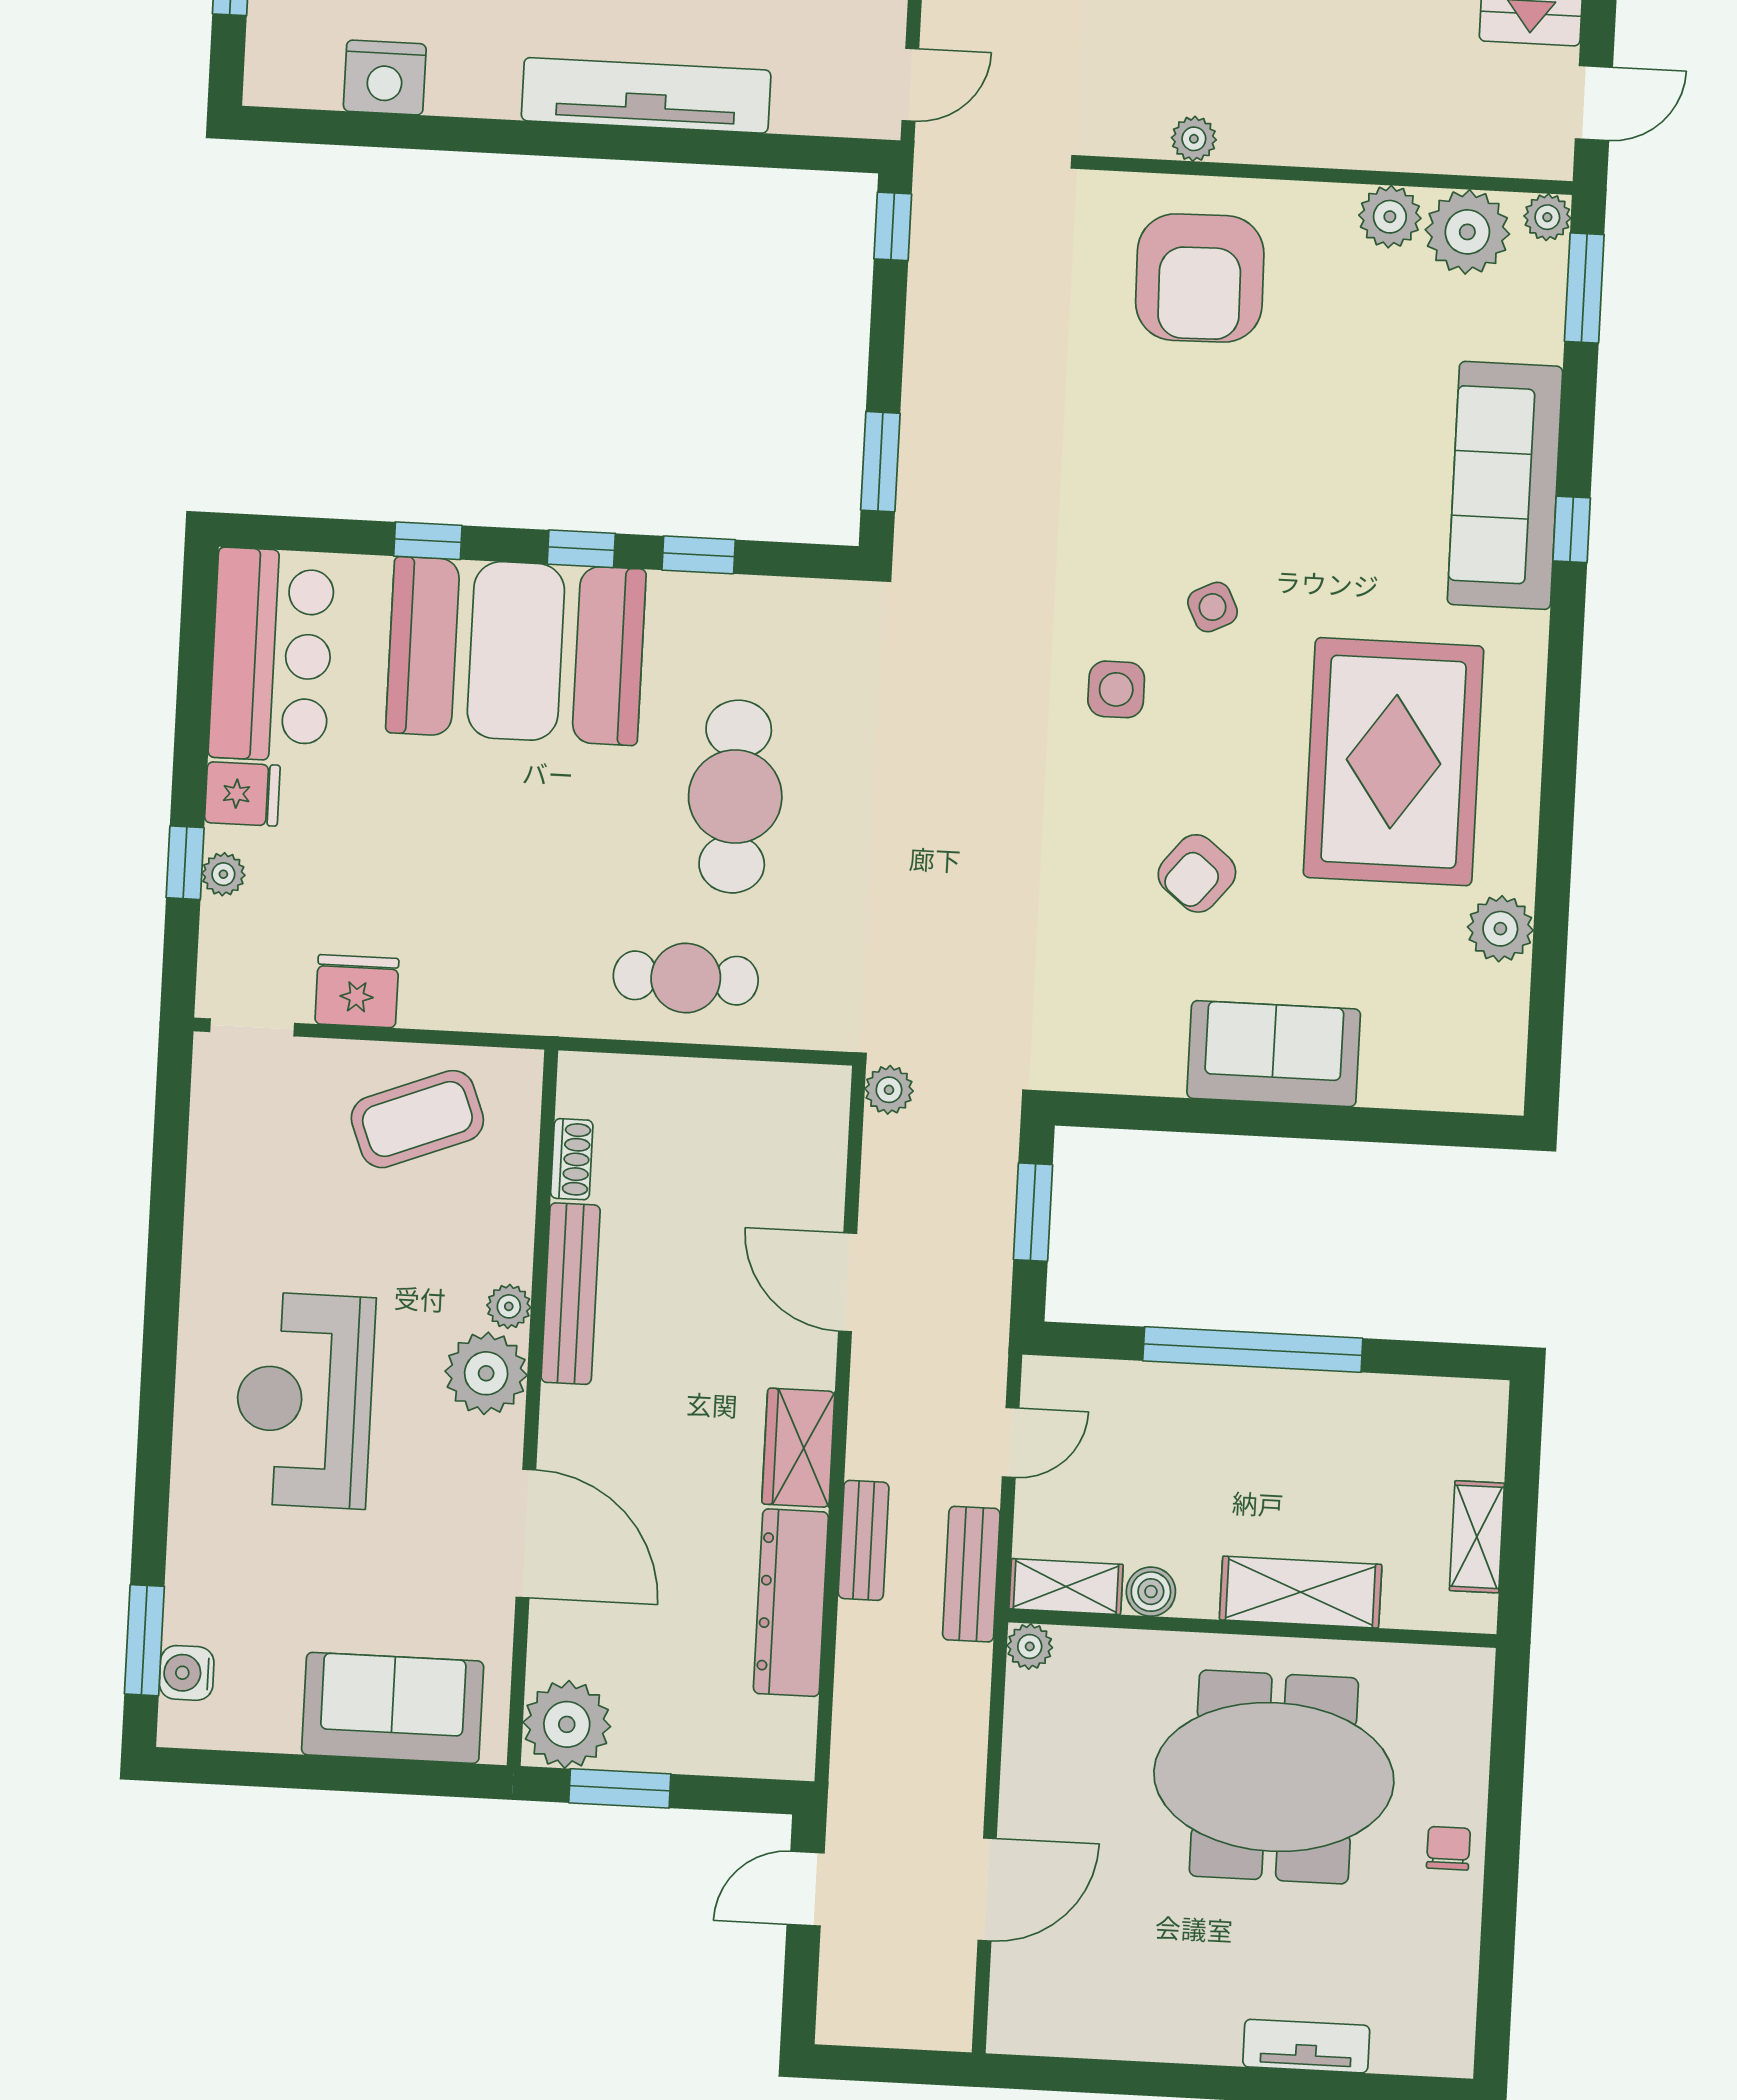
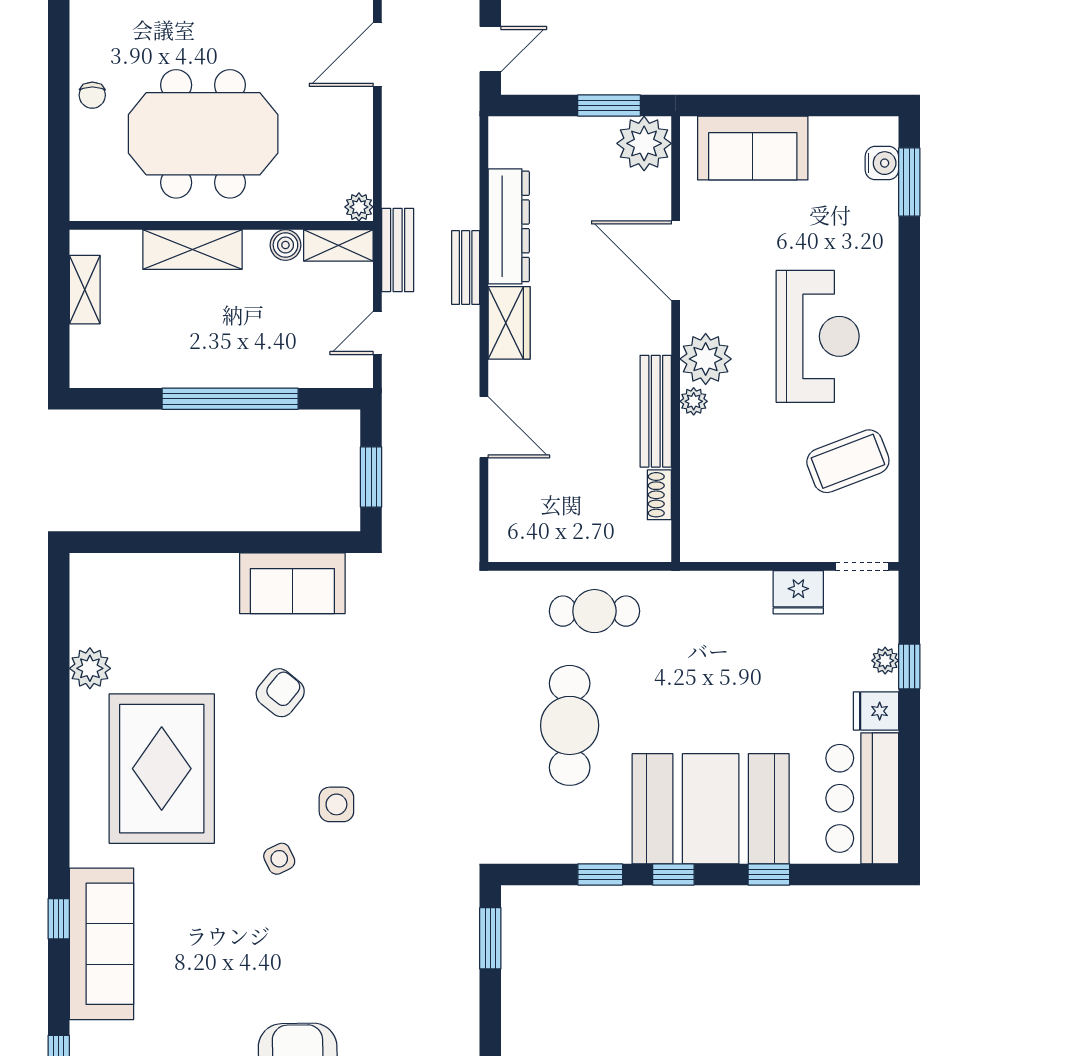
sofa: (1274, 1054) -> (292, 583), moved
plant: (889, 1090) -> (465, 548), removed
coffee table: (417, 1119) -> (848, 461), moved

